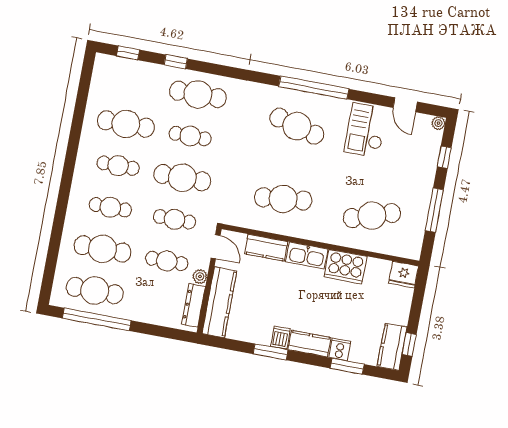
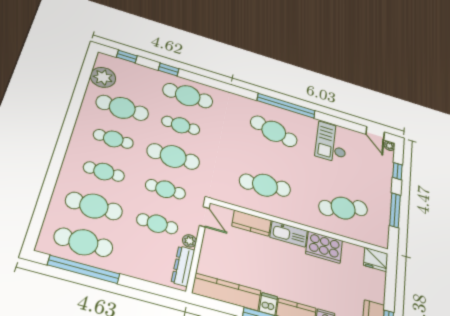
plant: (103, 87) -> (103, 77), added
door: (405, 105) -> (375, 133), moved
kitchen counter: (219, 302) -> (227, 292), moved, turned -90

